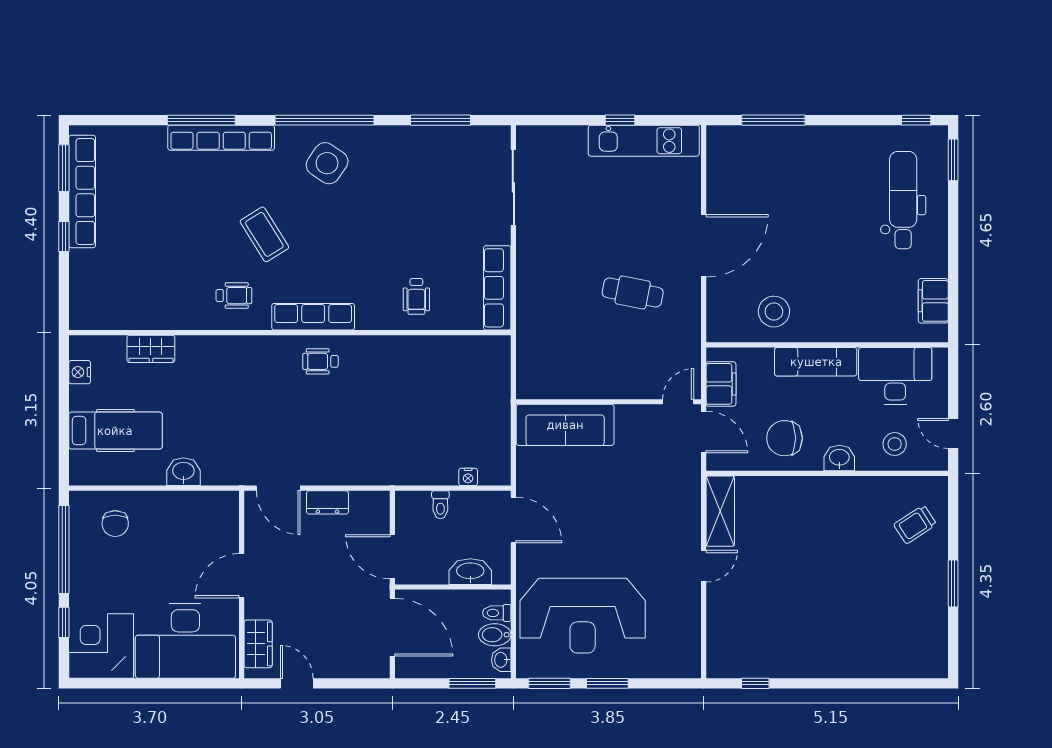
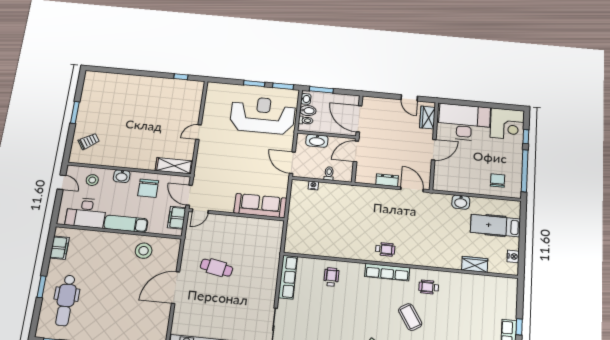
window: (953, 160) -> (41, 287), moved
chair: (785, 438) -> (148, 188), turned 90
shelving: (720, 511) -> (174, 166), moved, turned 90
door: (392, 557) -> (356, 151), swing flipped

